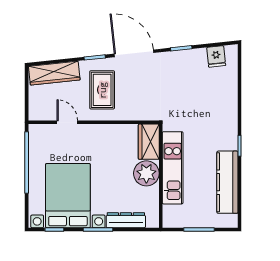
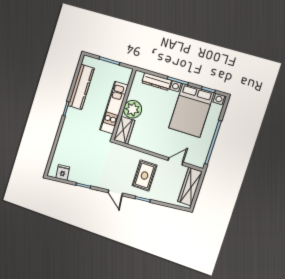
door: (134, 53) -> (115, 193), width x0.53
wardrobe: (54, 73) -> (190, 187), moved, turned -84
door: (67, 122) -> (176, 161), swing flipped

